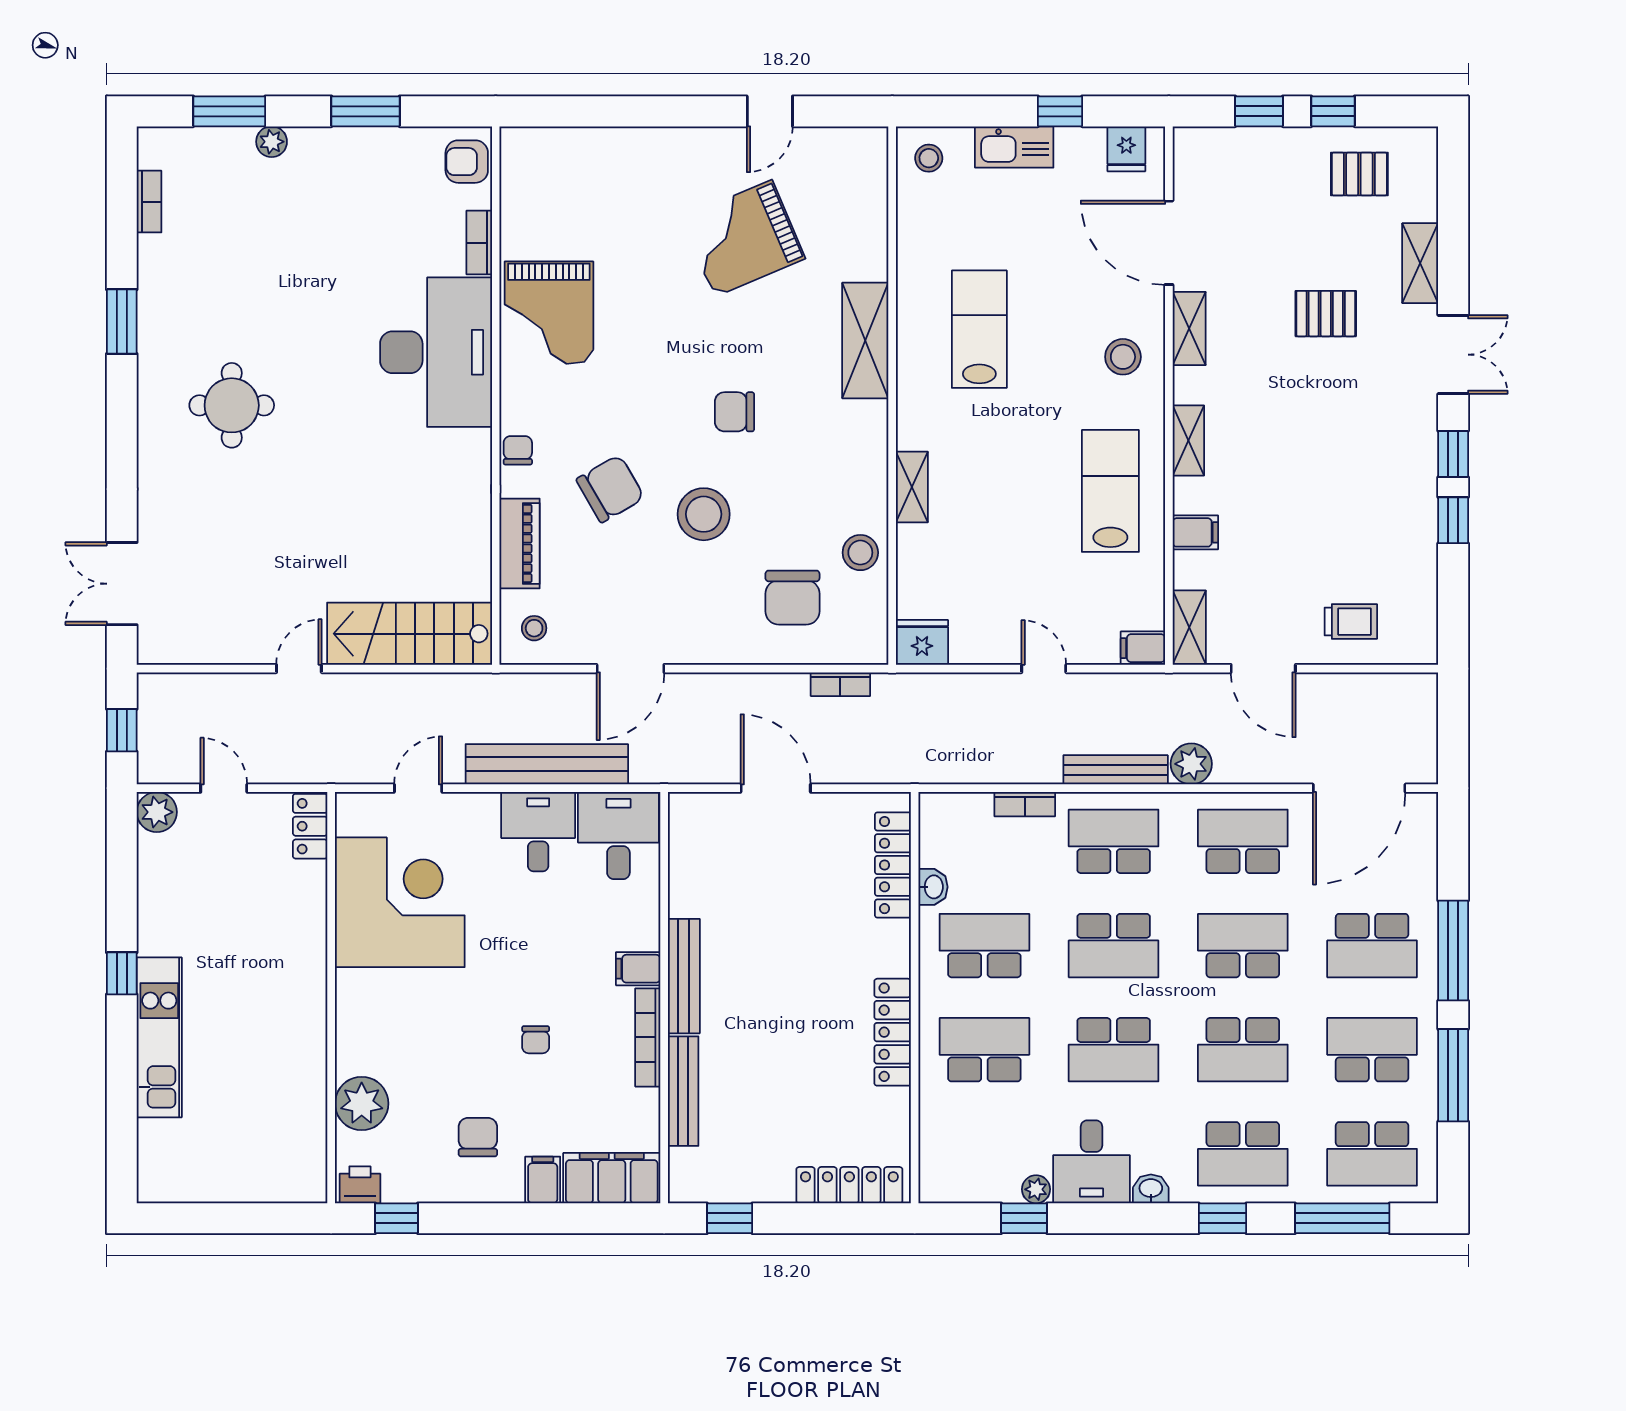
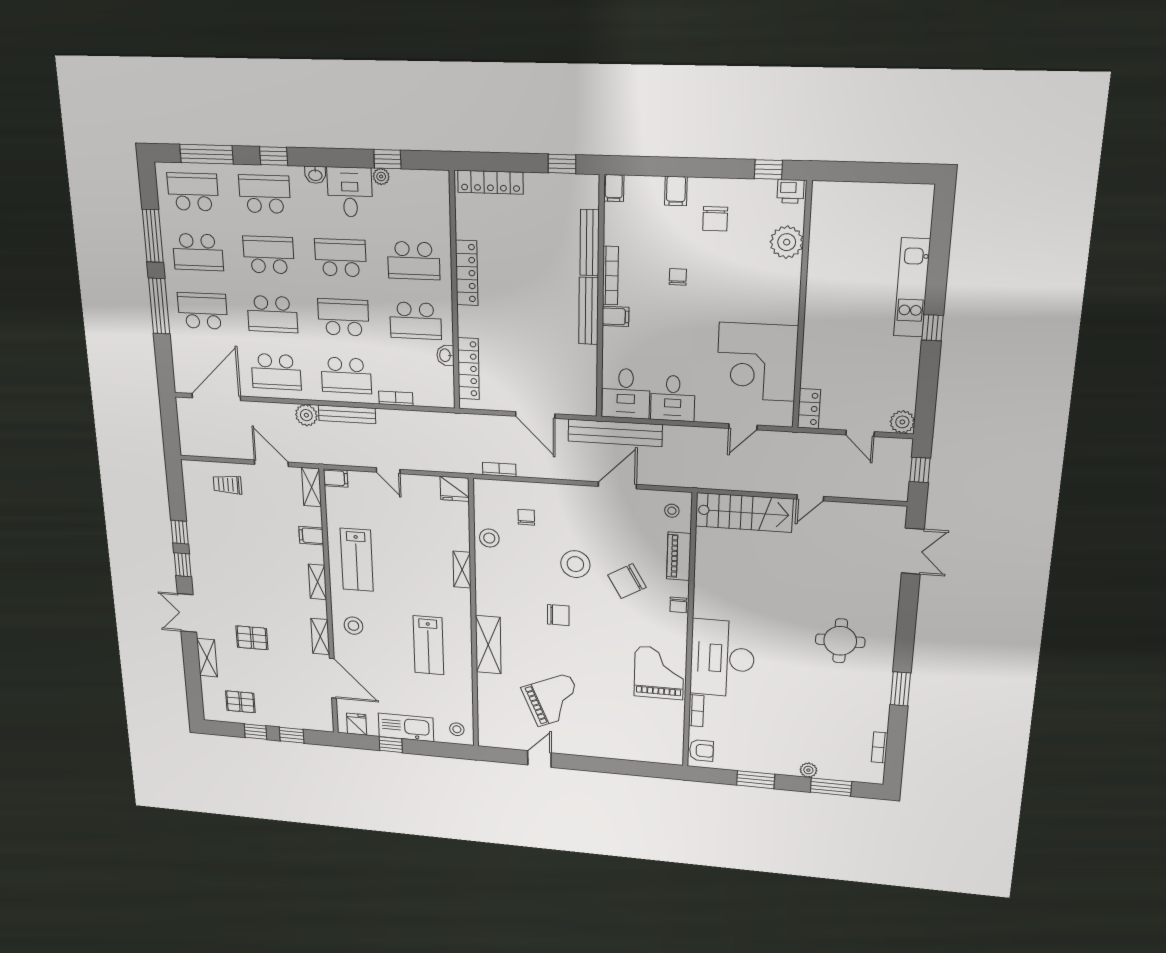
kitchen sink: (1014, 147) -> (406, 727), width x1.36, depth x1.24
chair: (792, 598) -> (526, 517), width x0.54, depth x0.54
bench: (547, 764) -> (615, 433), moved
filing cabinet: (612, 1178) -> (614, 188), width x0.33, depth x0.86

